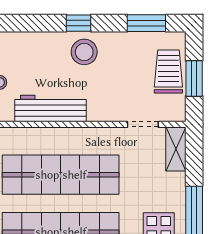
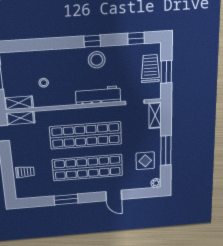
window: (146, 23) -> (136, 38), width x0.67
workbench: (51, 109) -> (98, 95), moved

